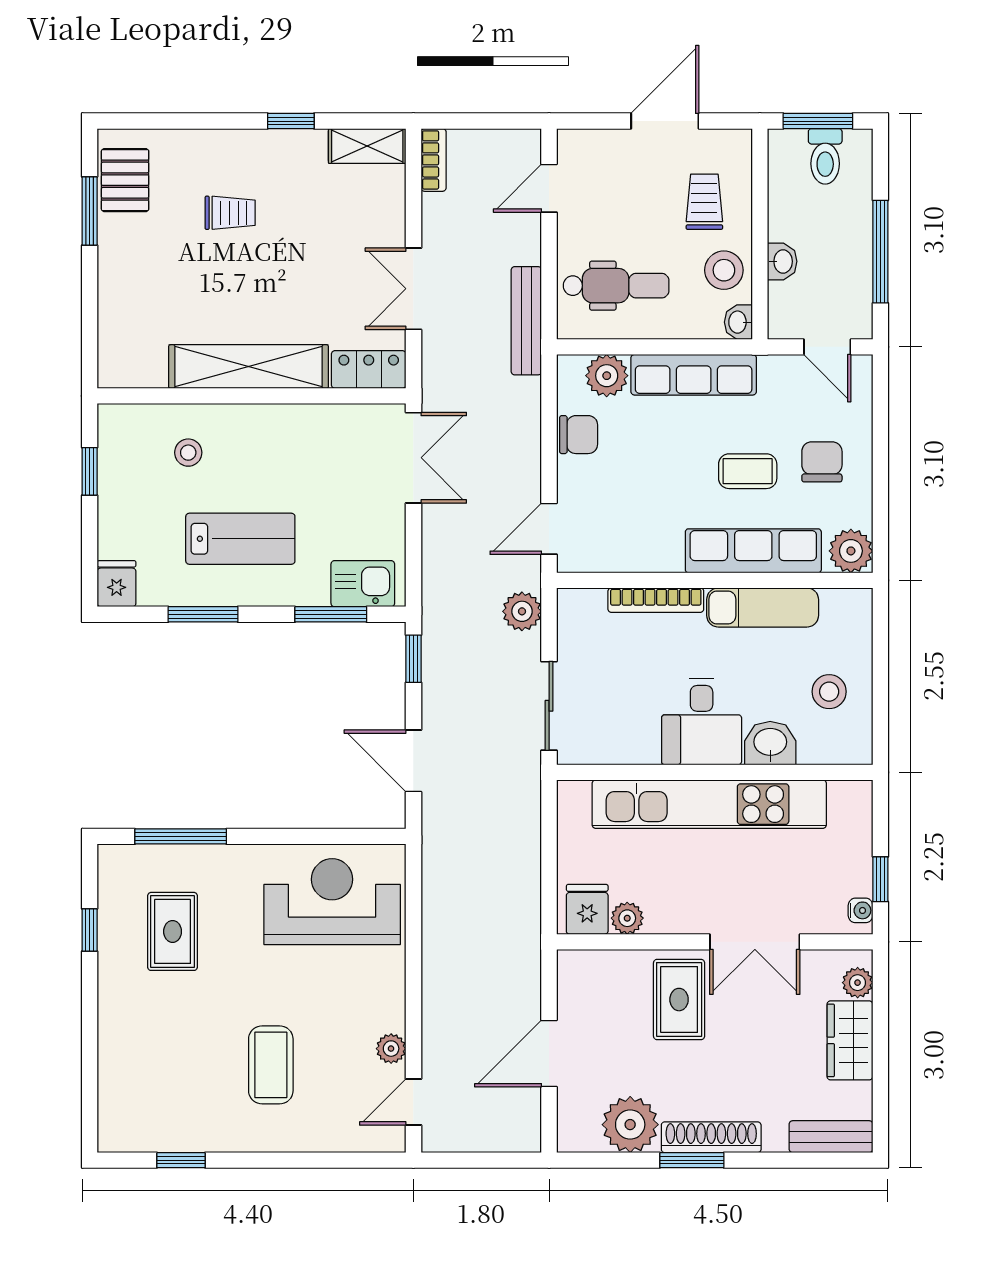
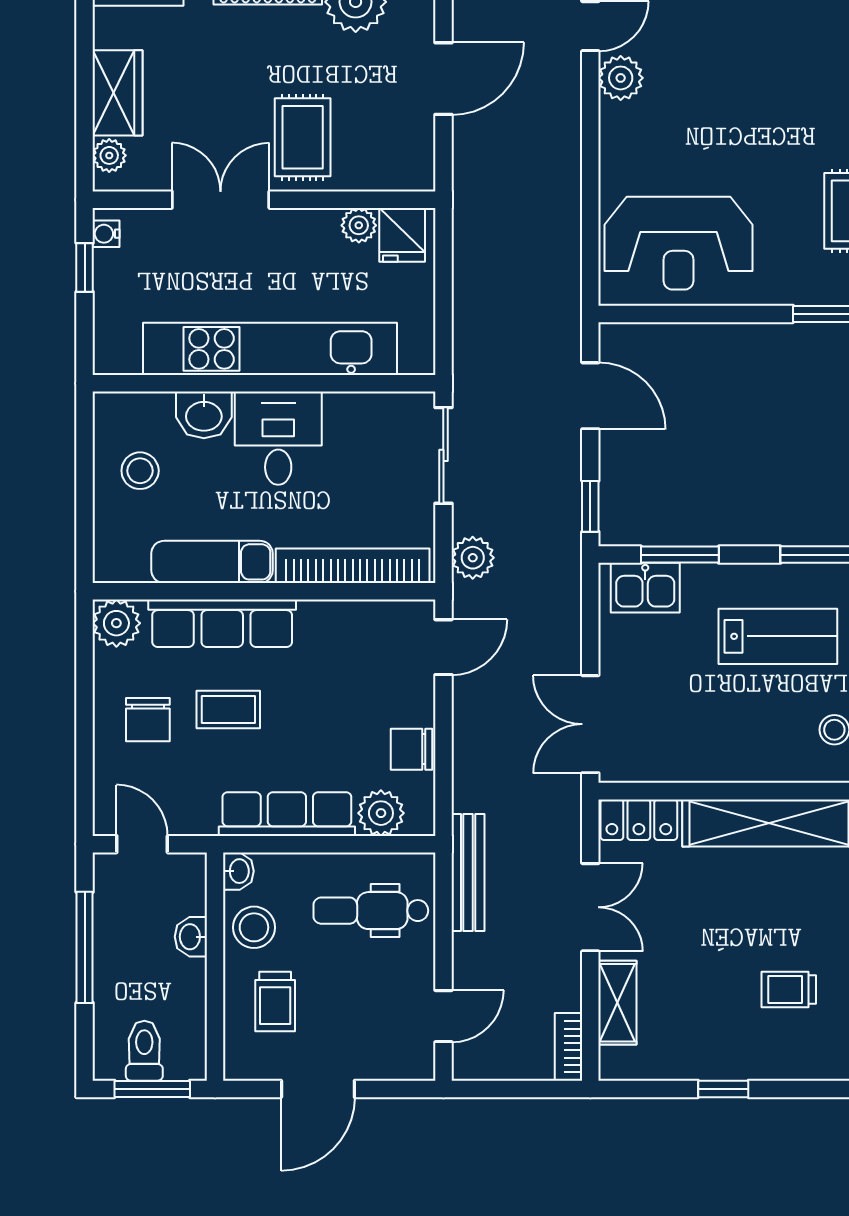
shelving: (367, 146) -> (617, 1003), moved, turned 90
lab bench: (240, 539) -> (778, 636), turned 180
bookcase: (656, 600) -> (353, 566), width x1.48, depth x1.31
plant: (391, 1049) -> (621, 78), width x1.38, depth x1.38
coffee table: (271, 1065) -> (745, 66), removed

